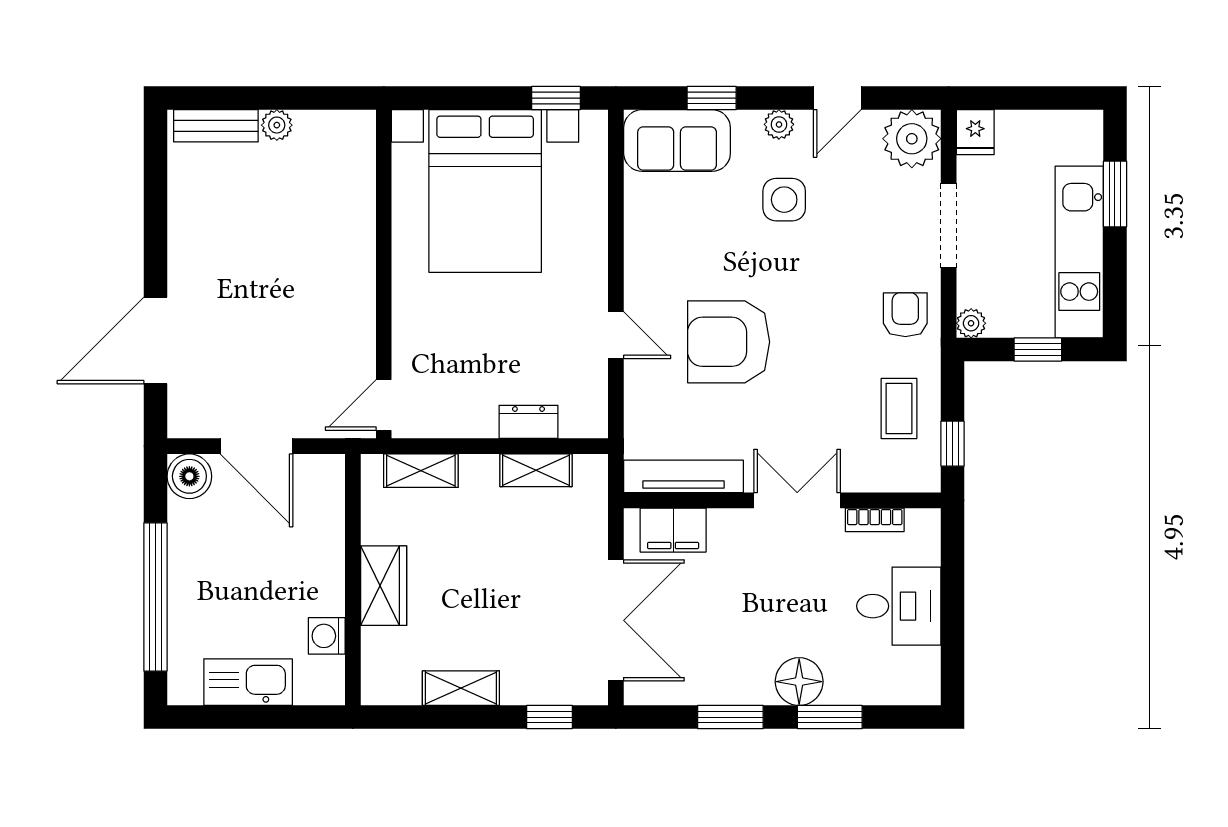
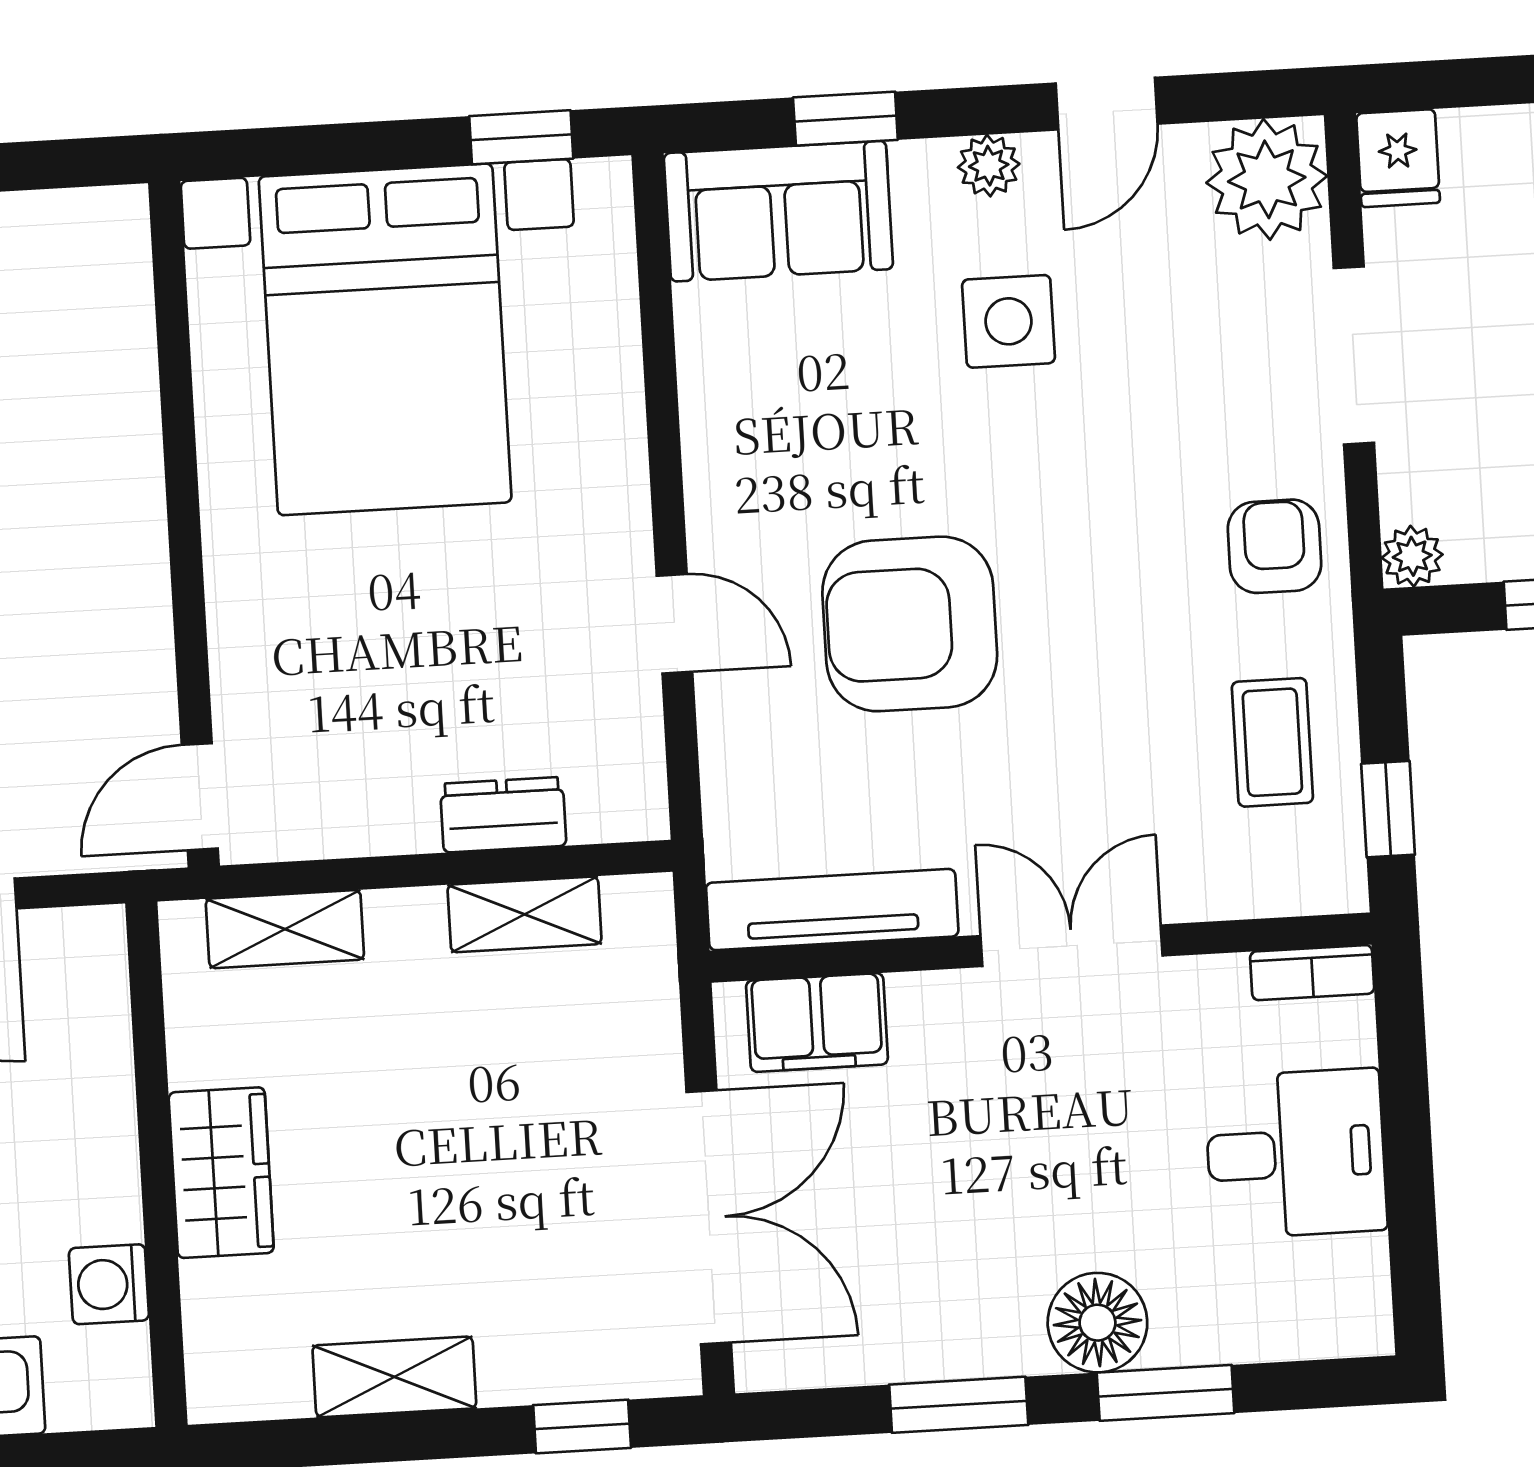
bookcase: (875, 520) -> (1312, 973), moved

